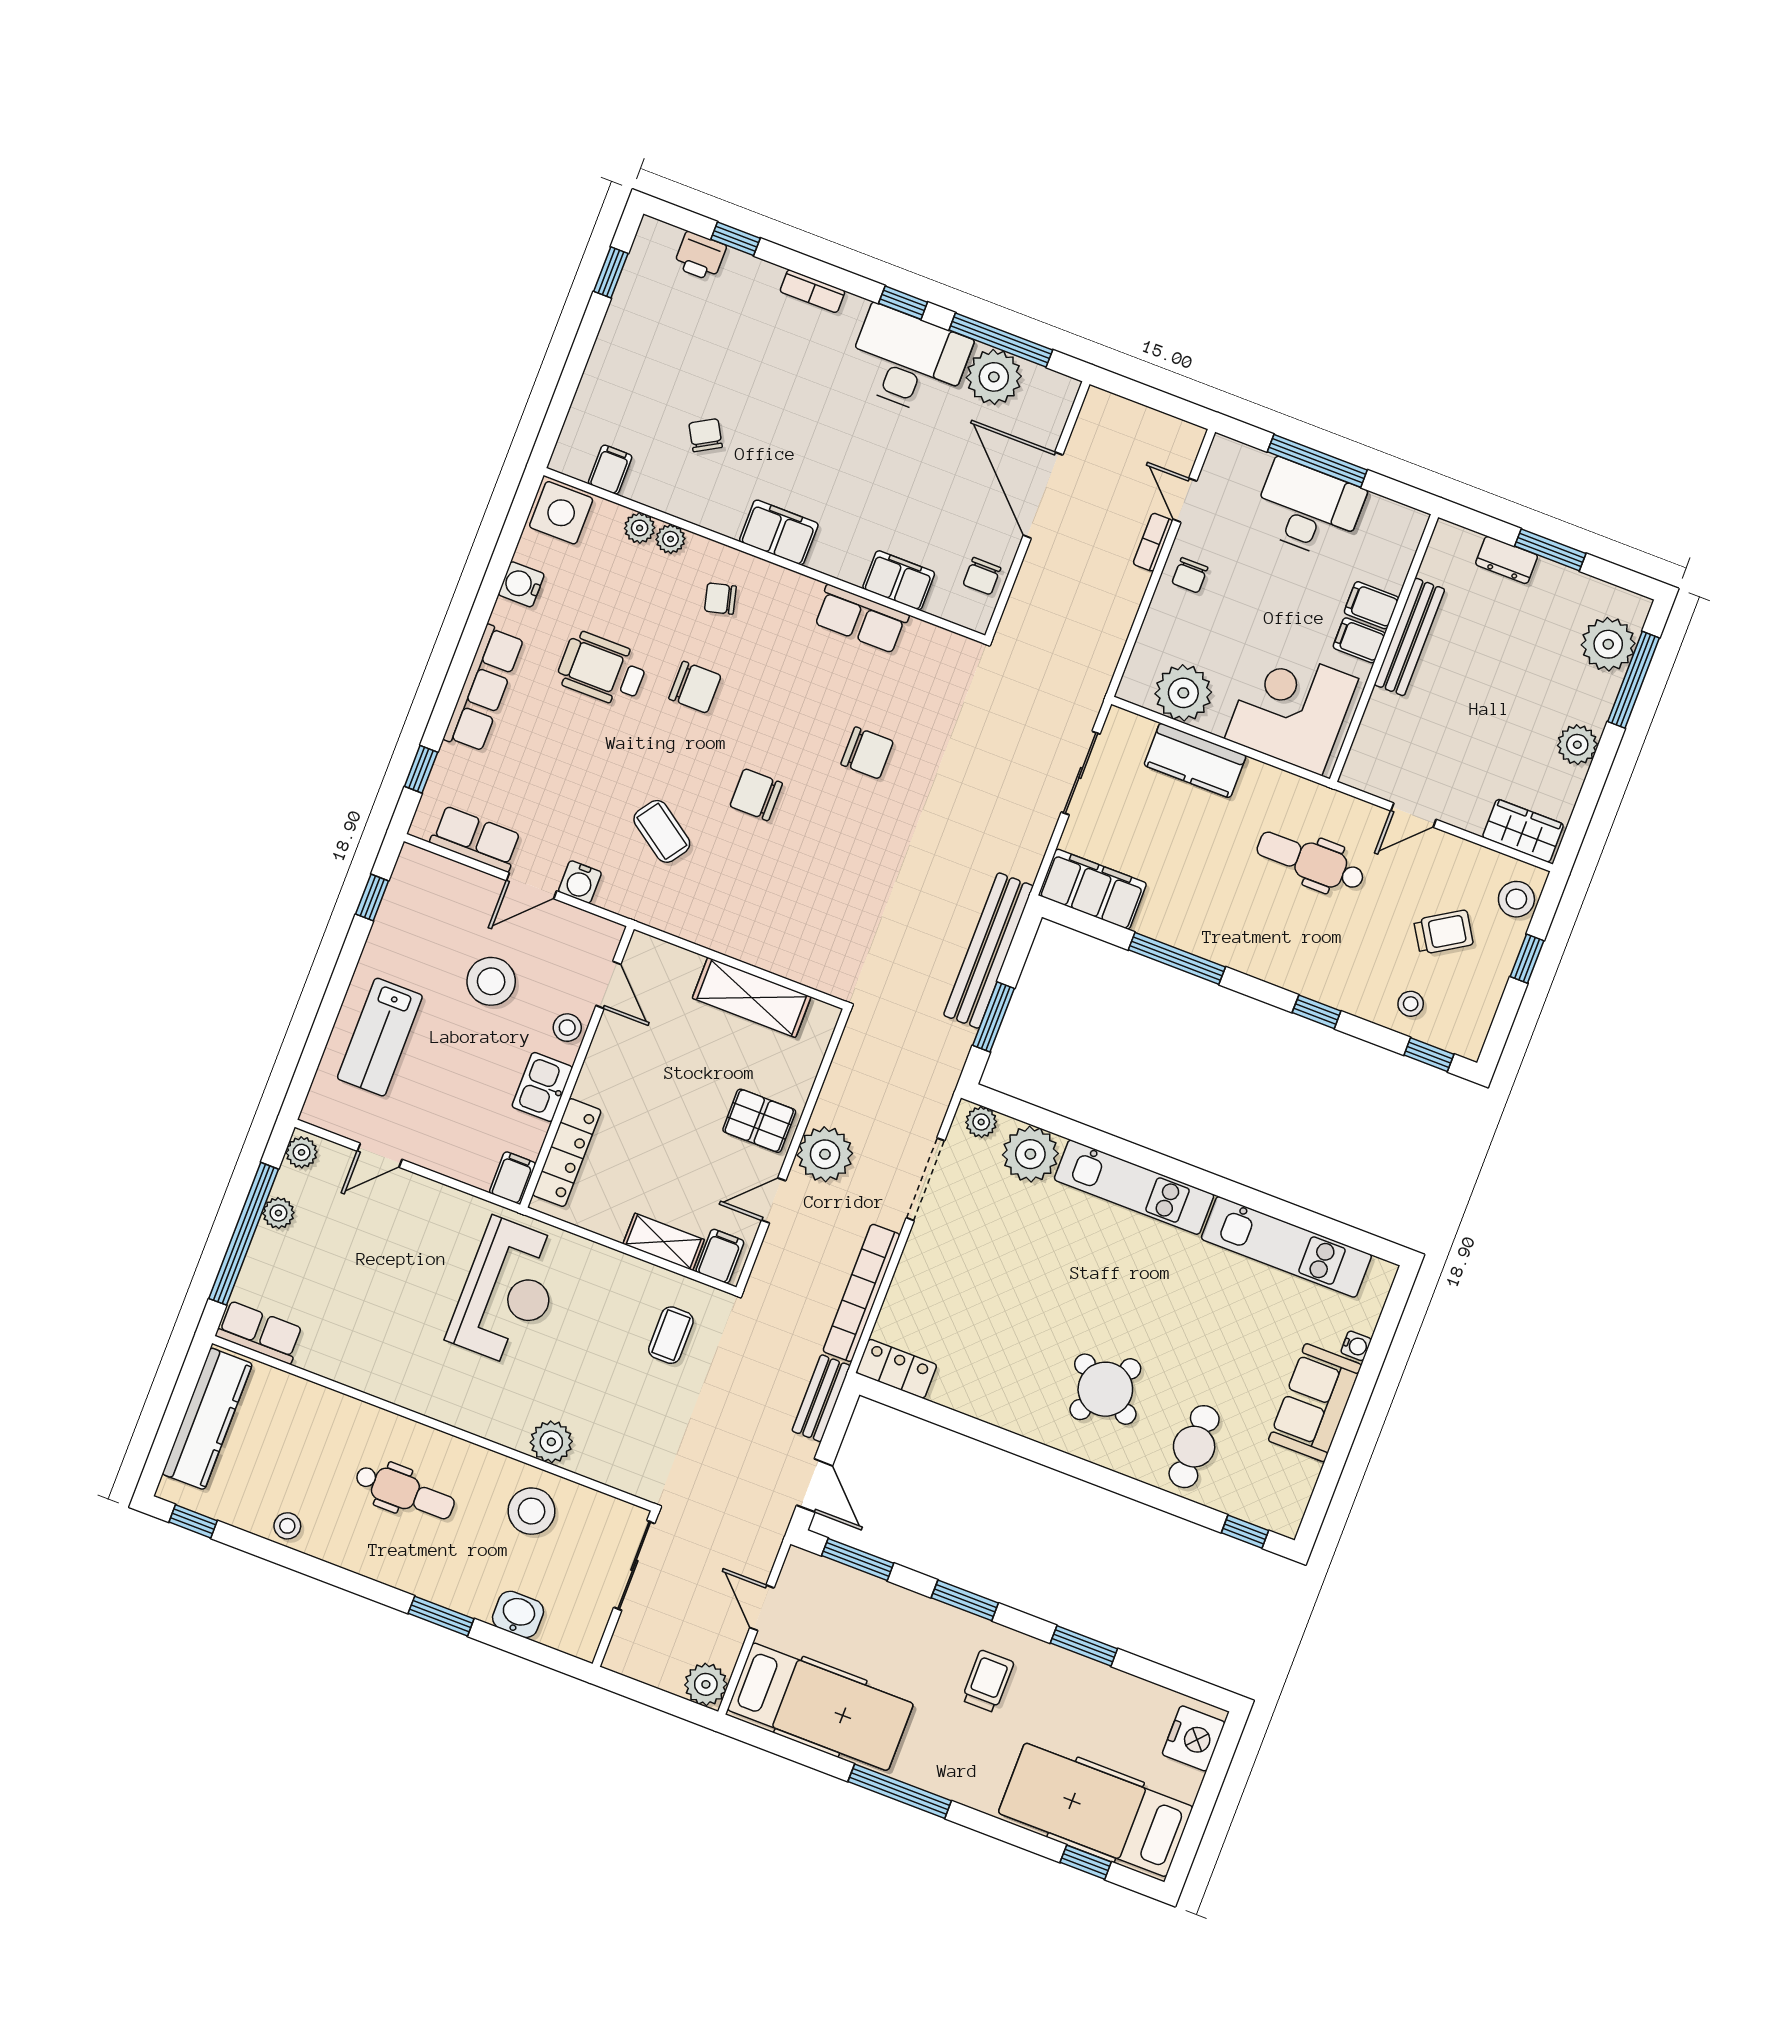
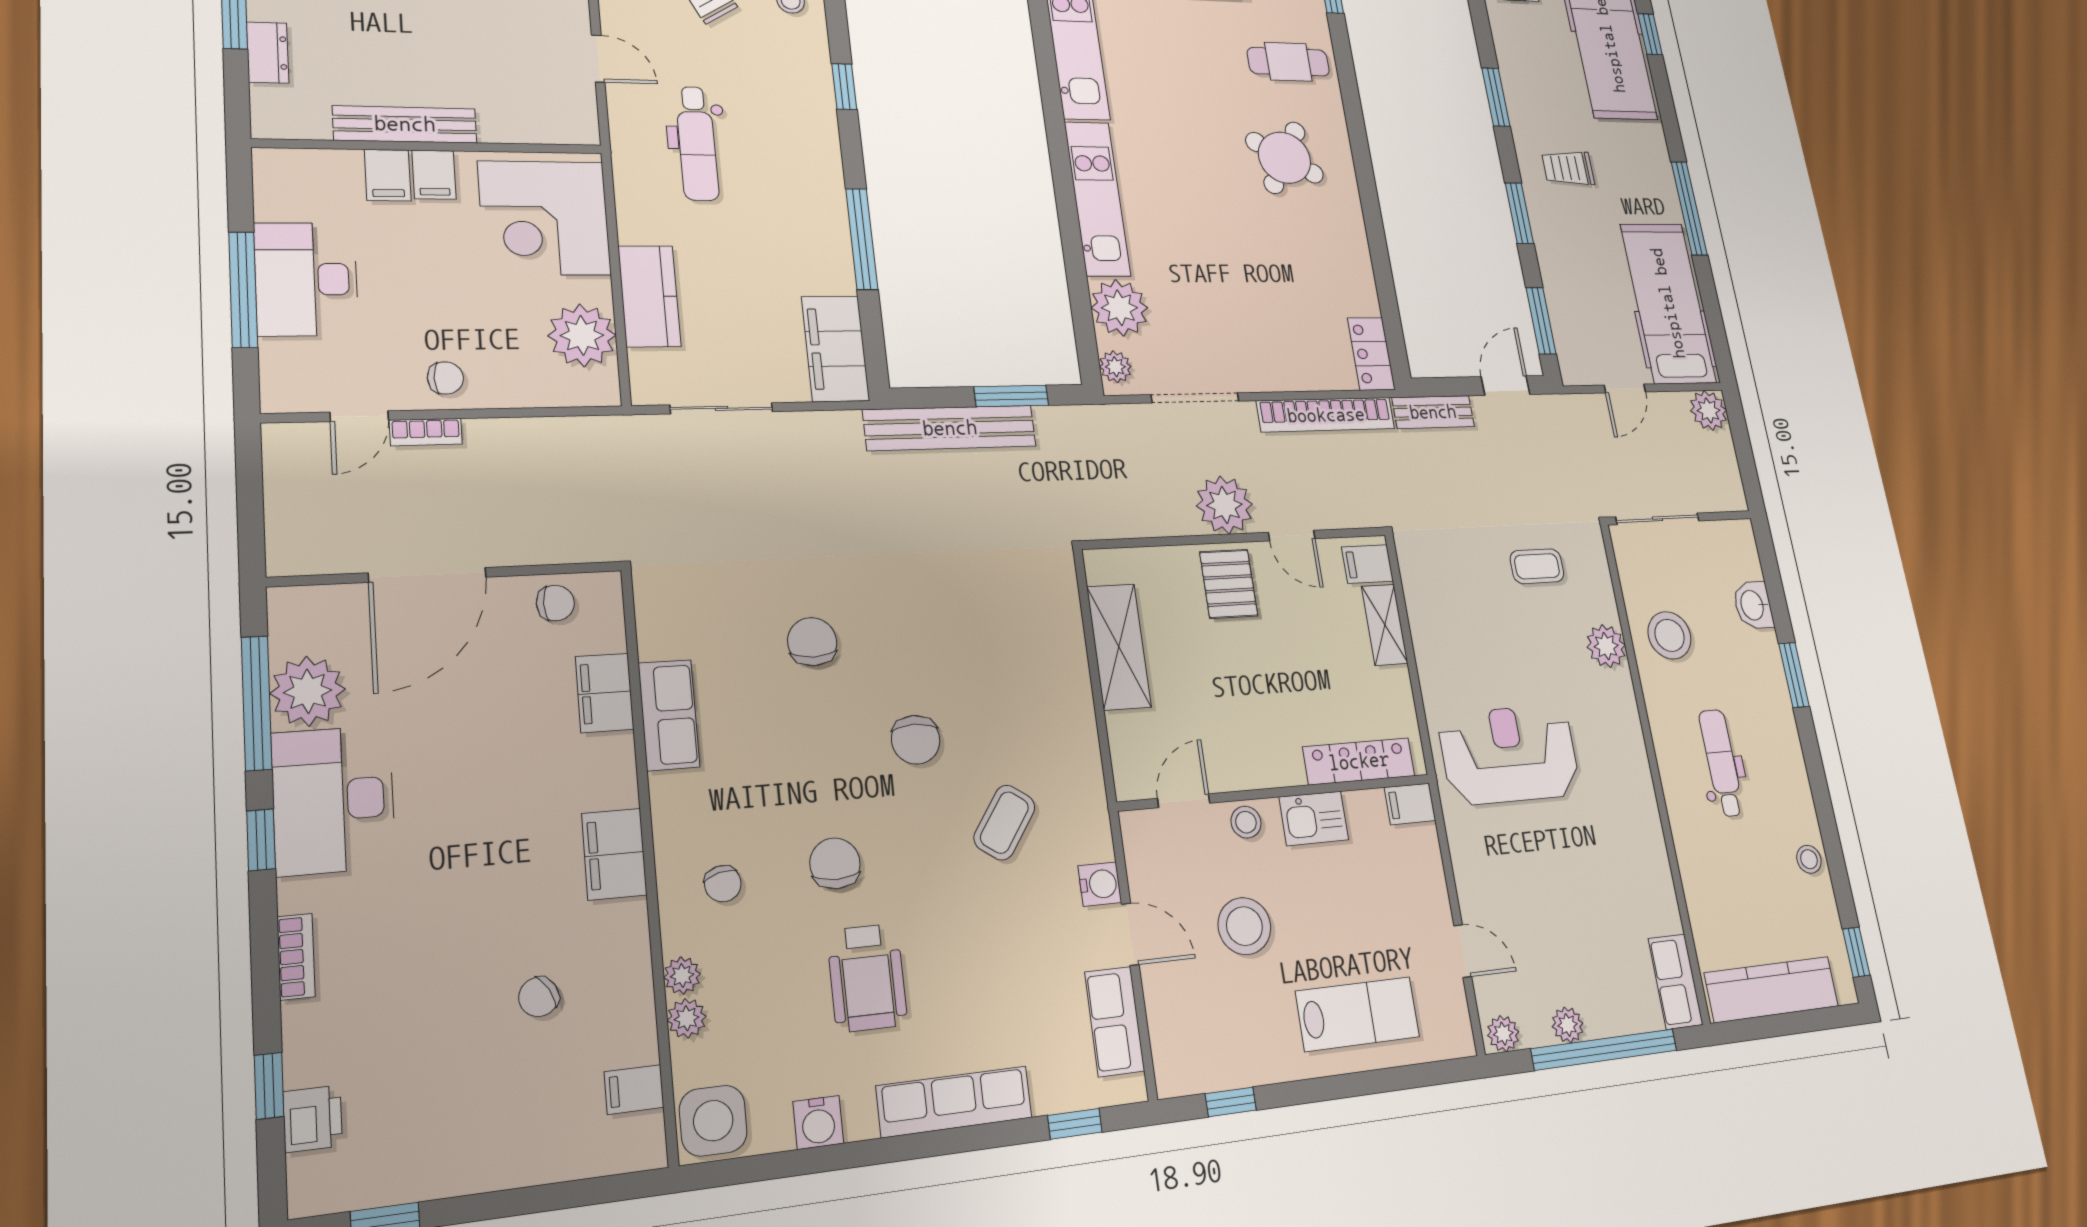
coffee table: (671, 1335) -> (1537, 566), moved

